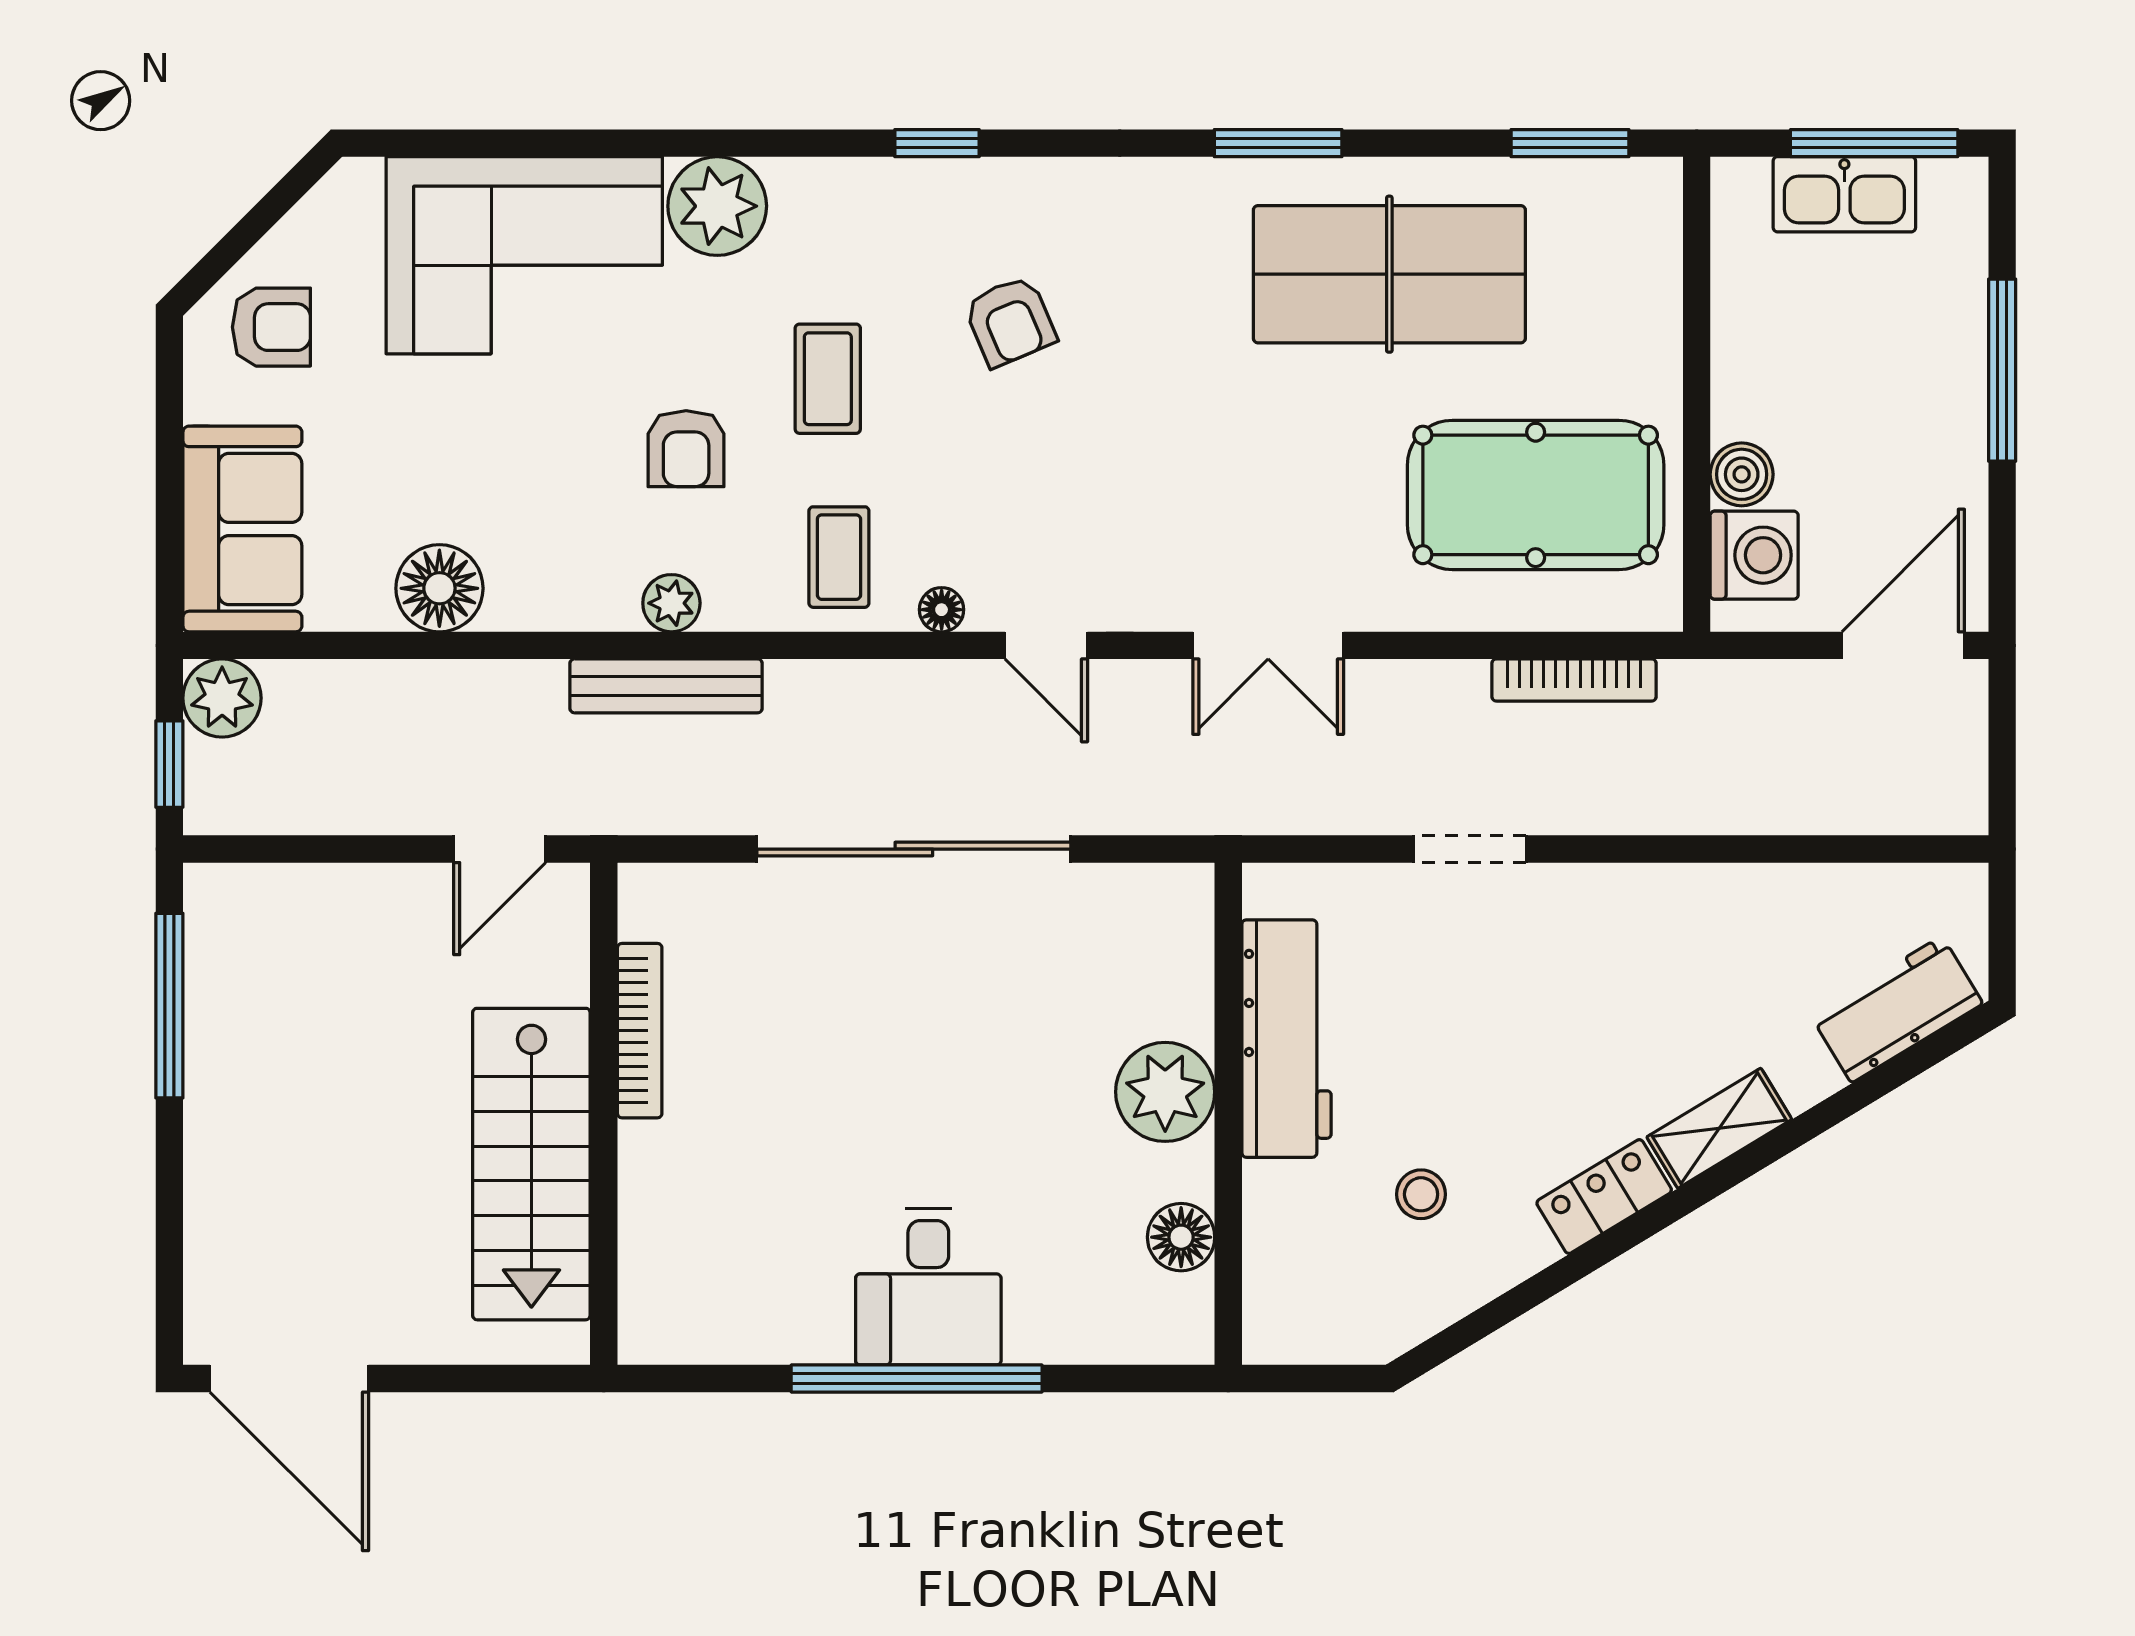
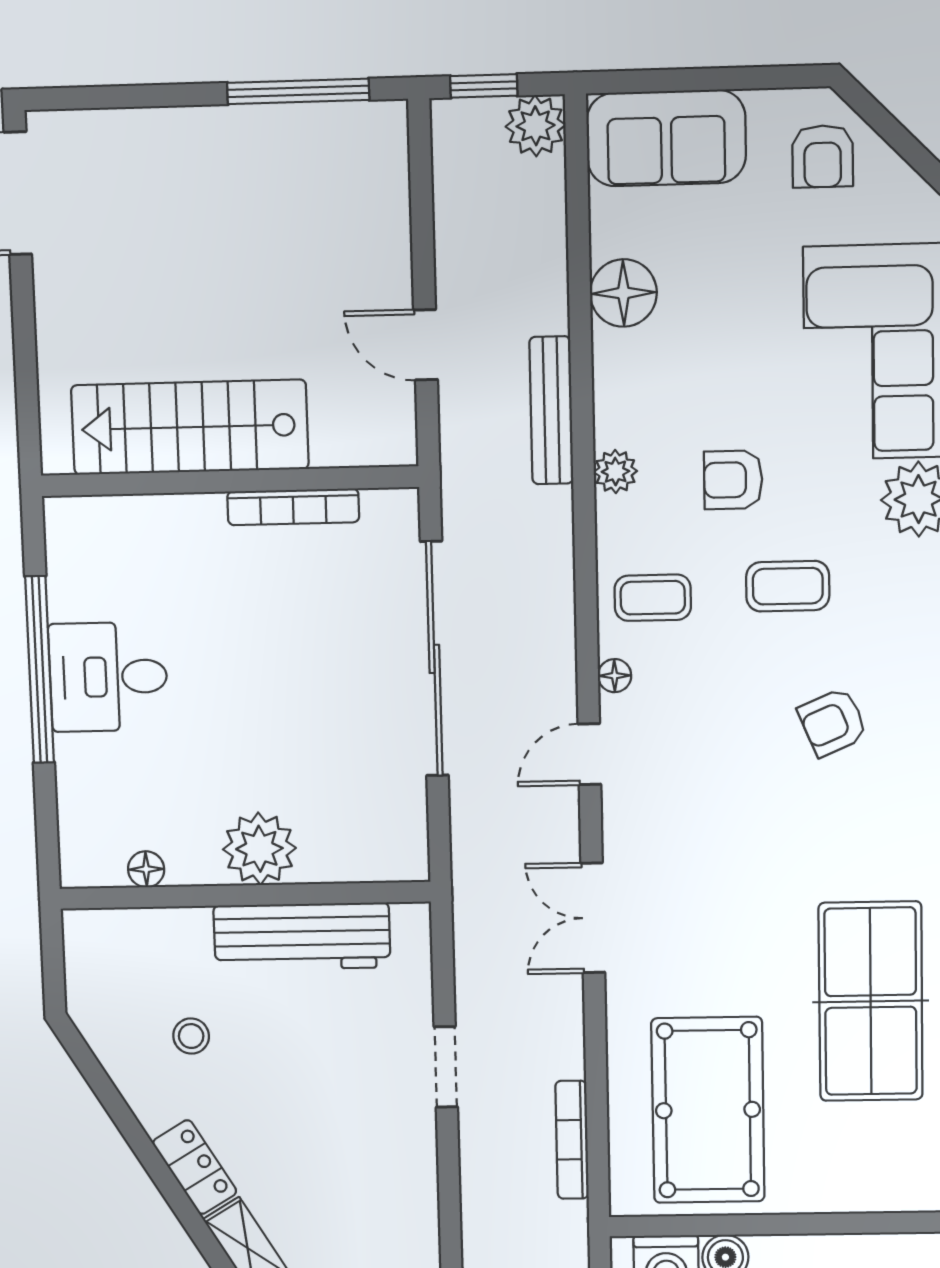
bench: (666, 686) -> (551, 410), moved
bookcase: (640, 1031) -> (293, 507), moved
wall: (604, 1114) -> (230, 481), moved
stairs: (531, 1164) -> (190, 427), moved
floor lamp: (1181, 1237) -> (146, 869), width x0.73, depth x0.73

